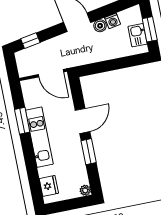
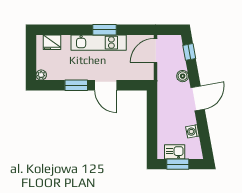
boiler: (100, 26) -> (183, 76), moved
door: (51, 73) -> (156, 50), moved
window: (22, 121) -> (104, 30), moved

